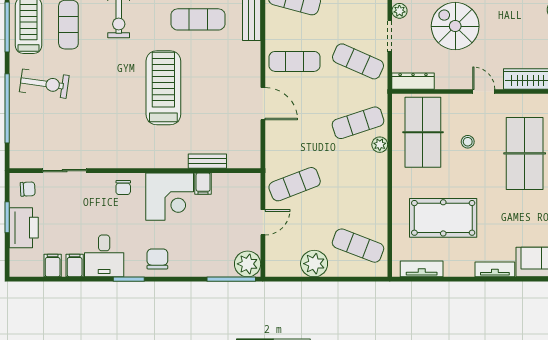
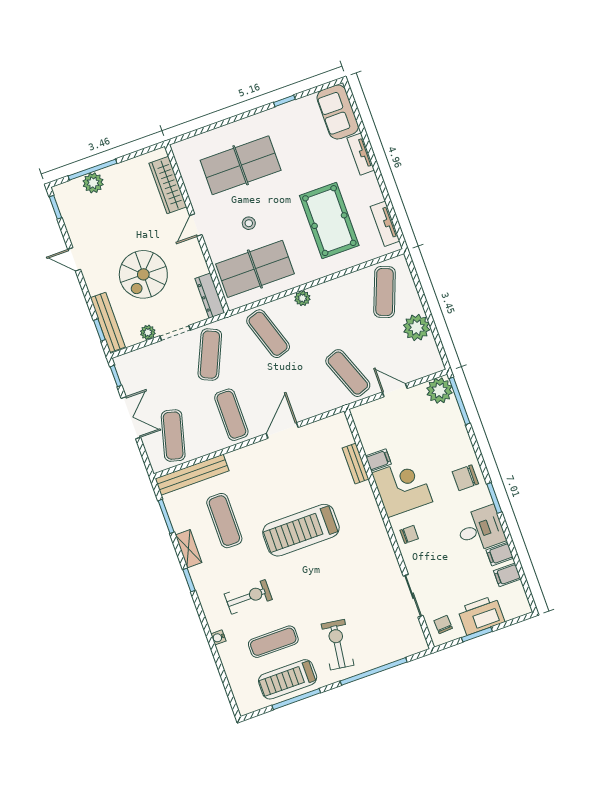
plant: (380, 145) -> (302, 298), moved

